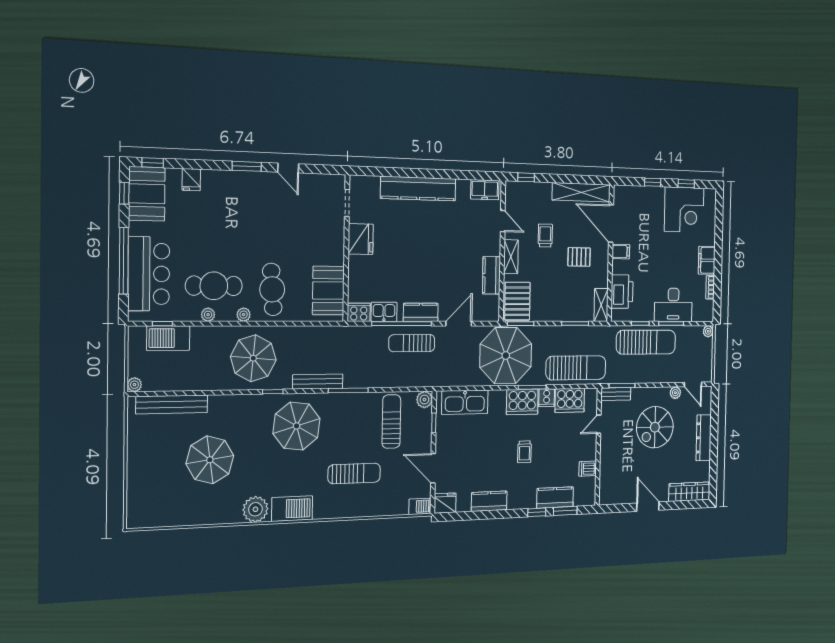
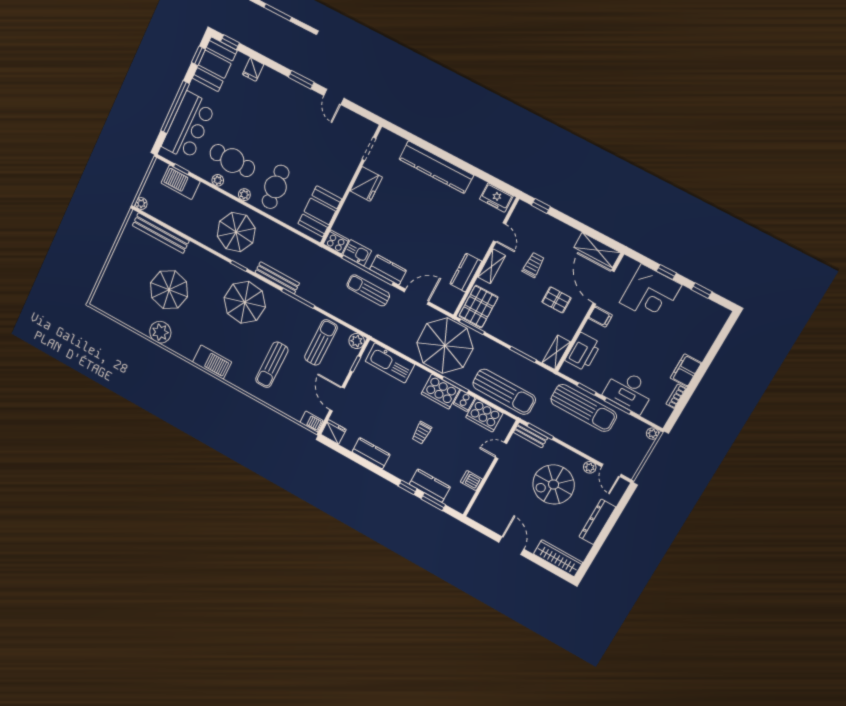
shelving: (581, 192) -> (597, 250), width x0.68
corner desk: (684, 210) -> (650, 294), moved
sun lounger: (354, 473) -> (272, 365), turned 90
plant: (255, 509) -> (160, 332), moved

